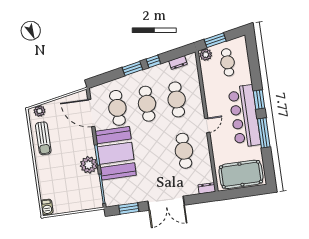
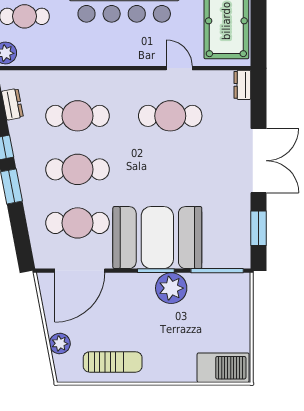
plant: (39, 111) -> (60, 343), moved
door: (207, 125) -> (179, 68), moved
barbecue: (47, 207) -> (223, 368), width x1.88, depth x1.53

